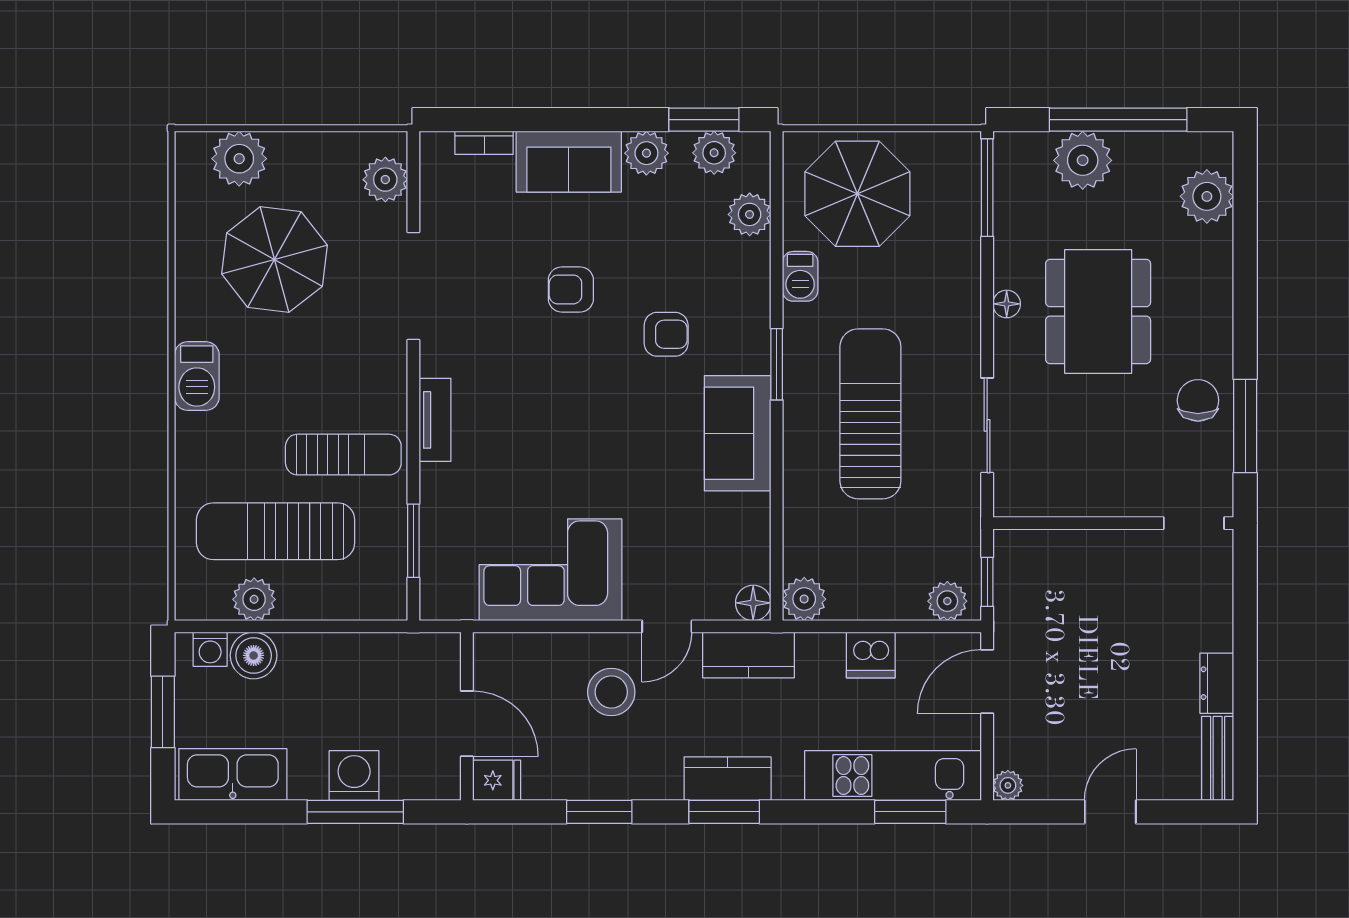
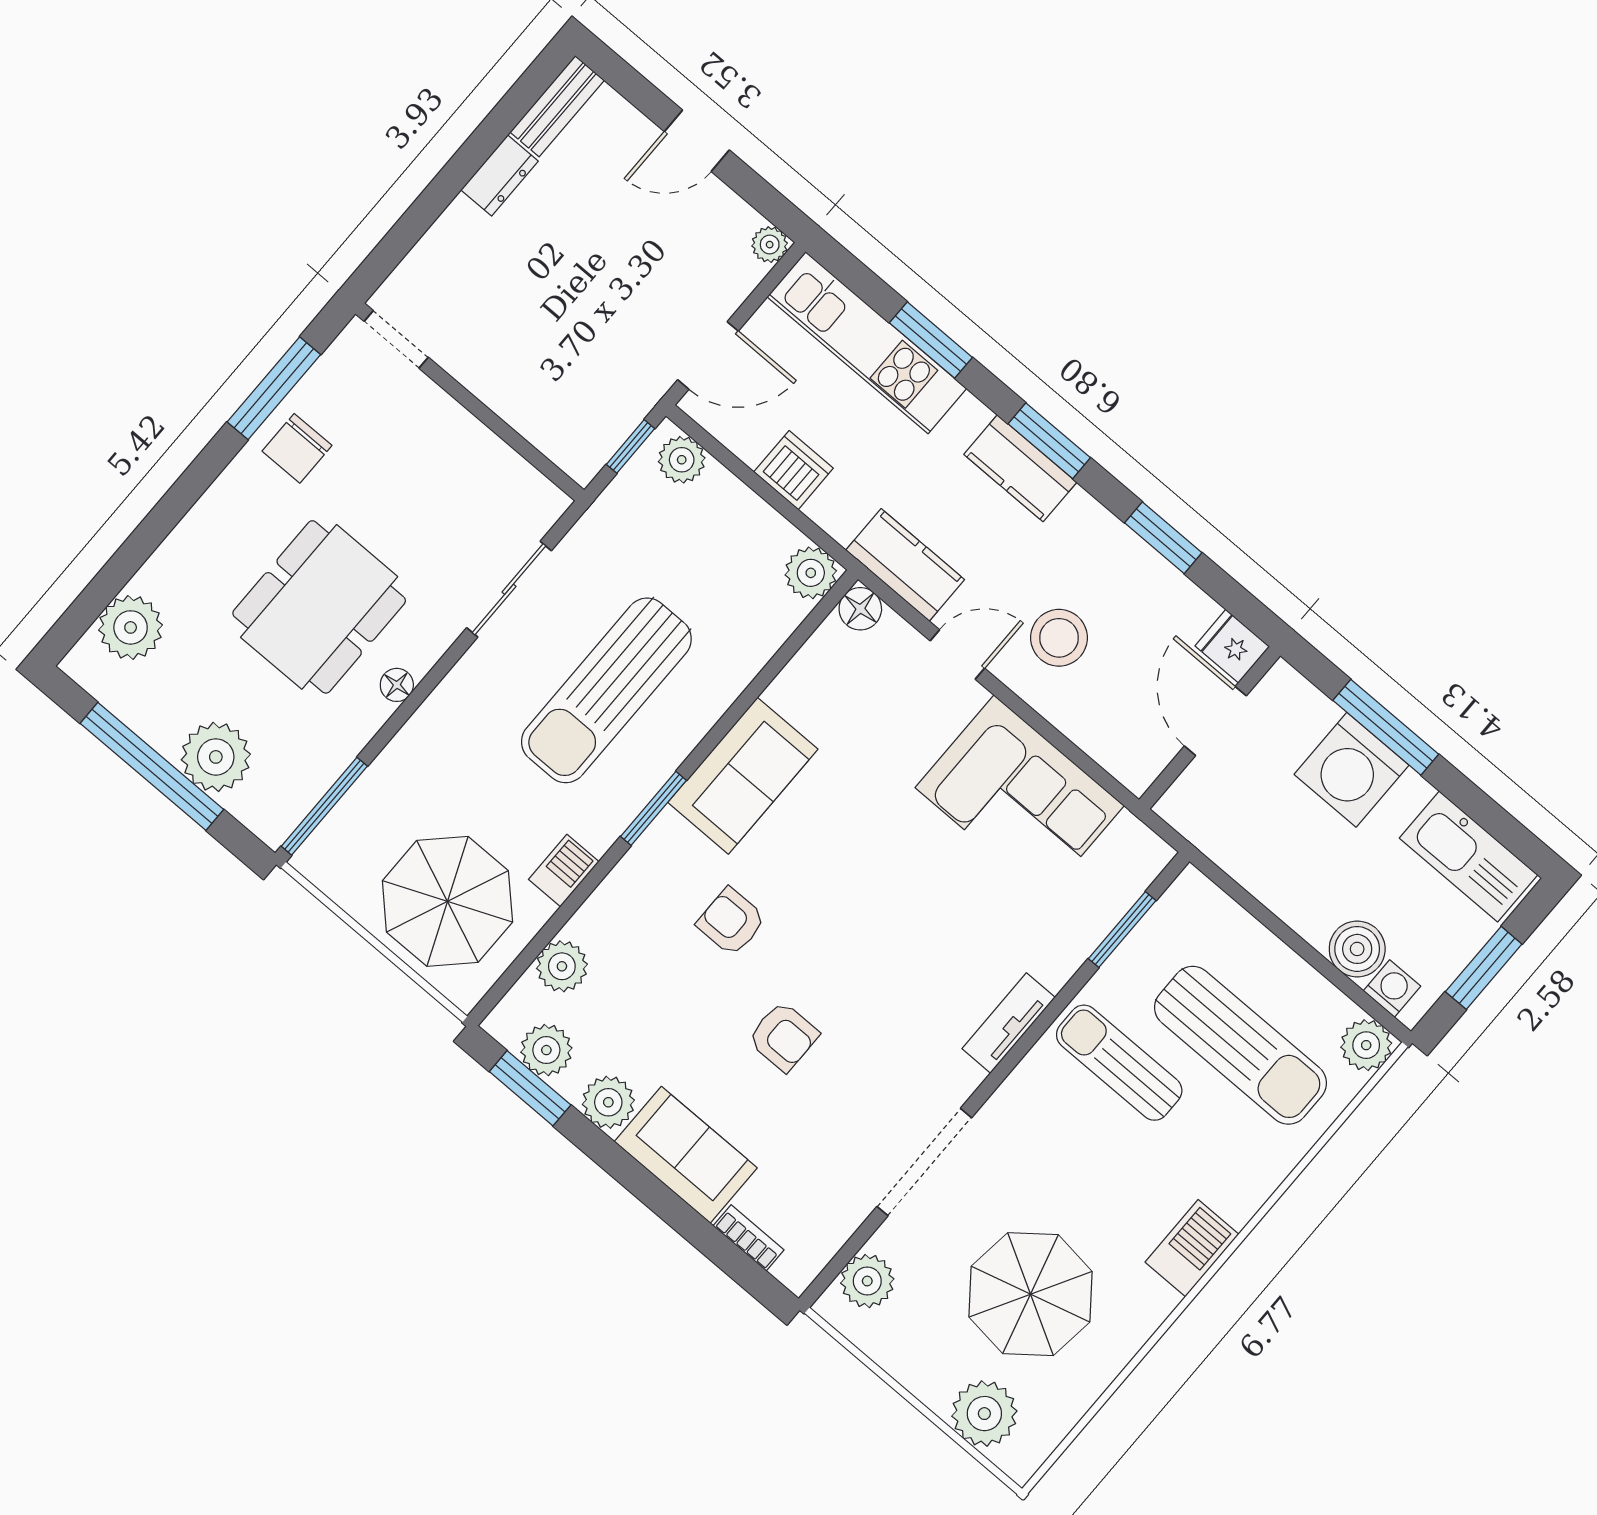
plant: (254, 599) -> (1366, 1045), moved
washing machine: (354, 776) -> (1351, 770), width x1.37, depth x1.37
window: (910, 812) -> (931, 340), moved

